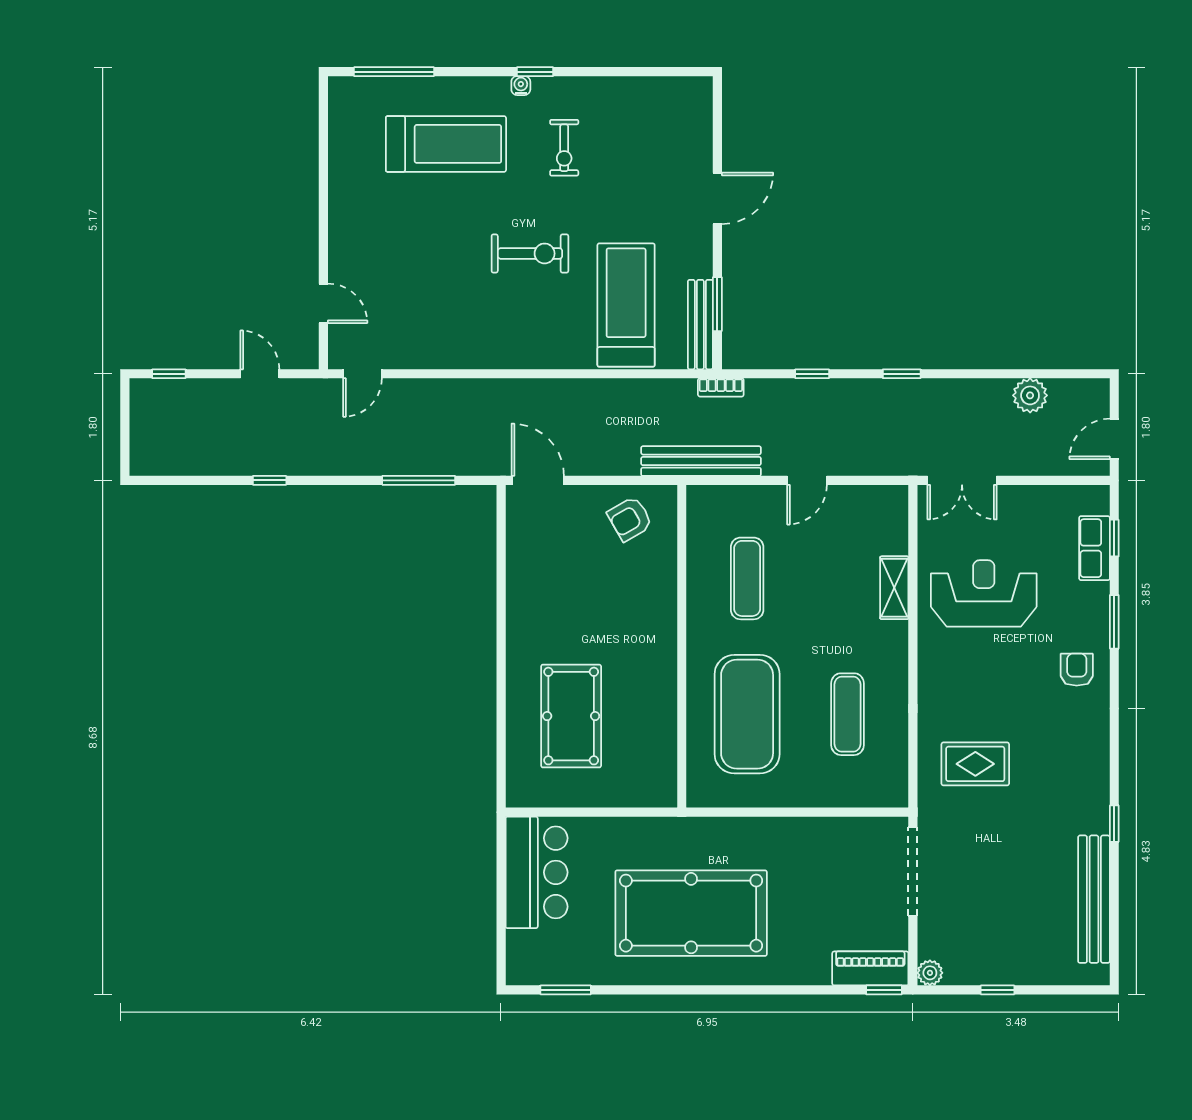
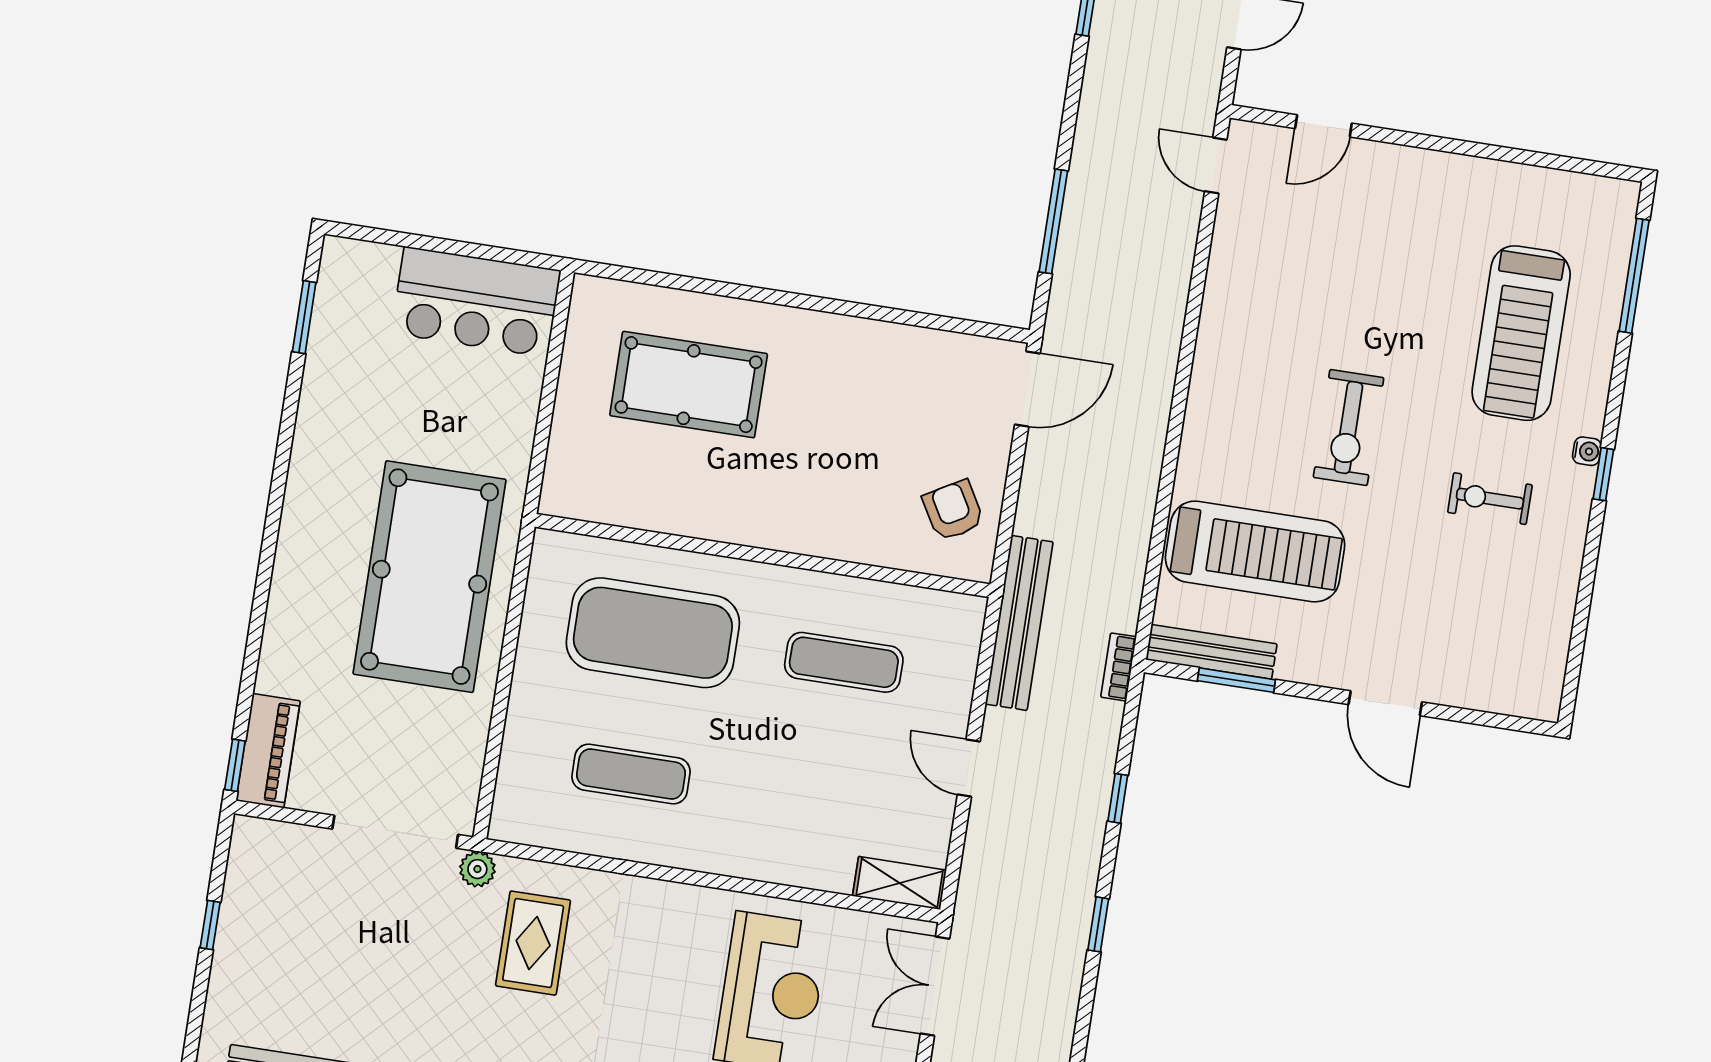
shelving: (894, 588) -> (899, 883), moved
pool table: (691, 913) -> (429, 577), moved
plant: (930, 973) -> (477, 869), moved

